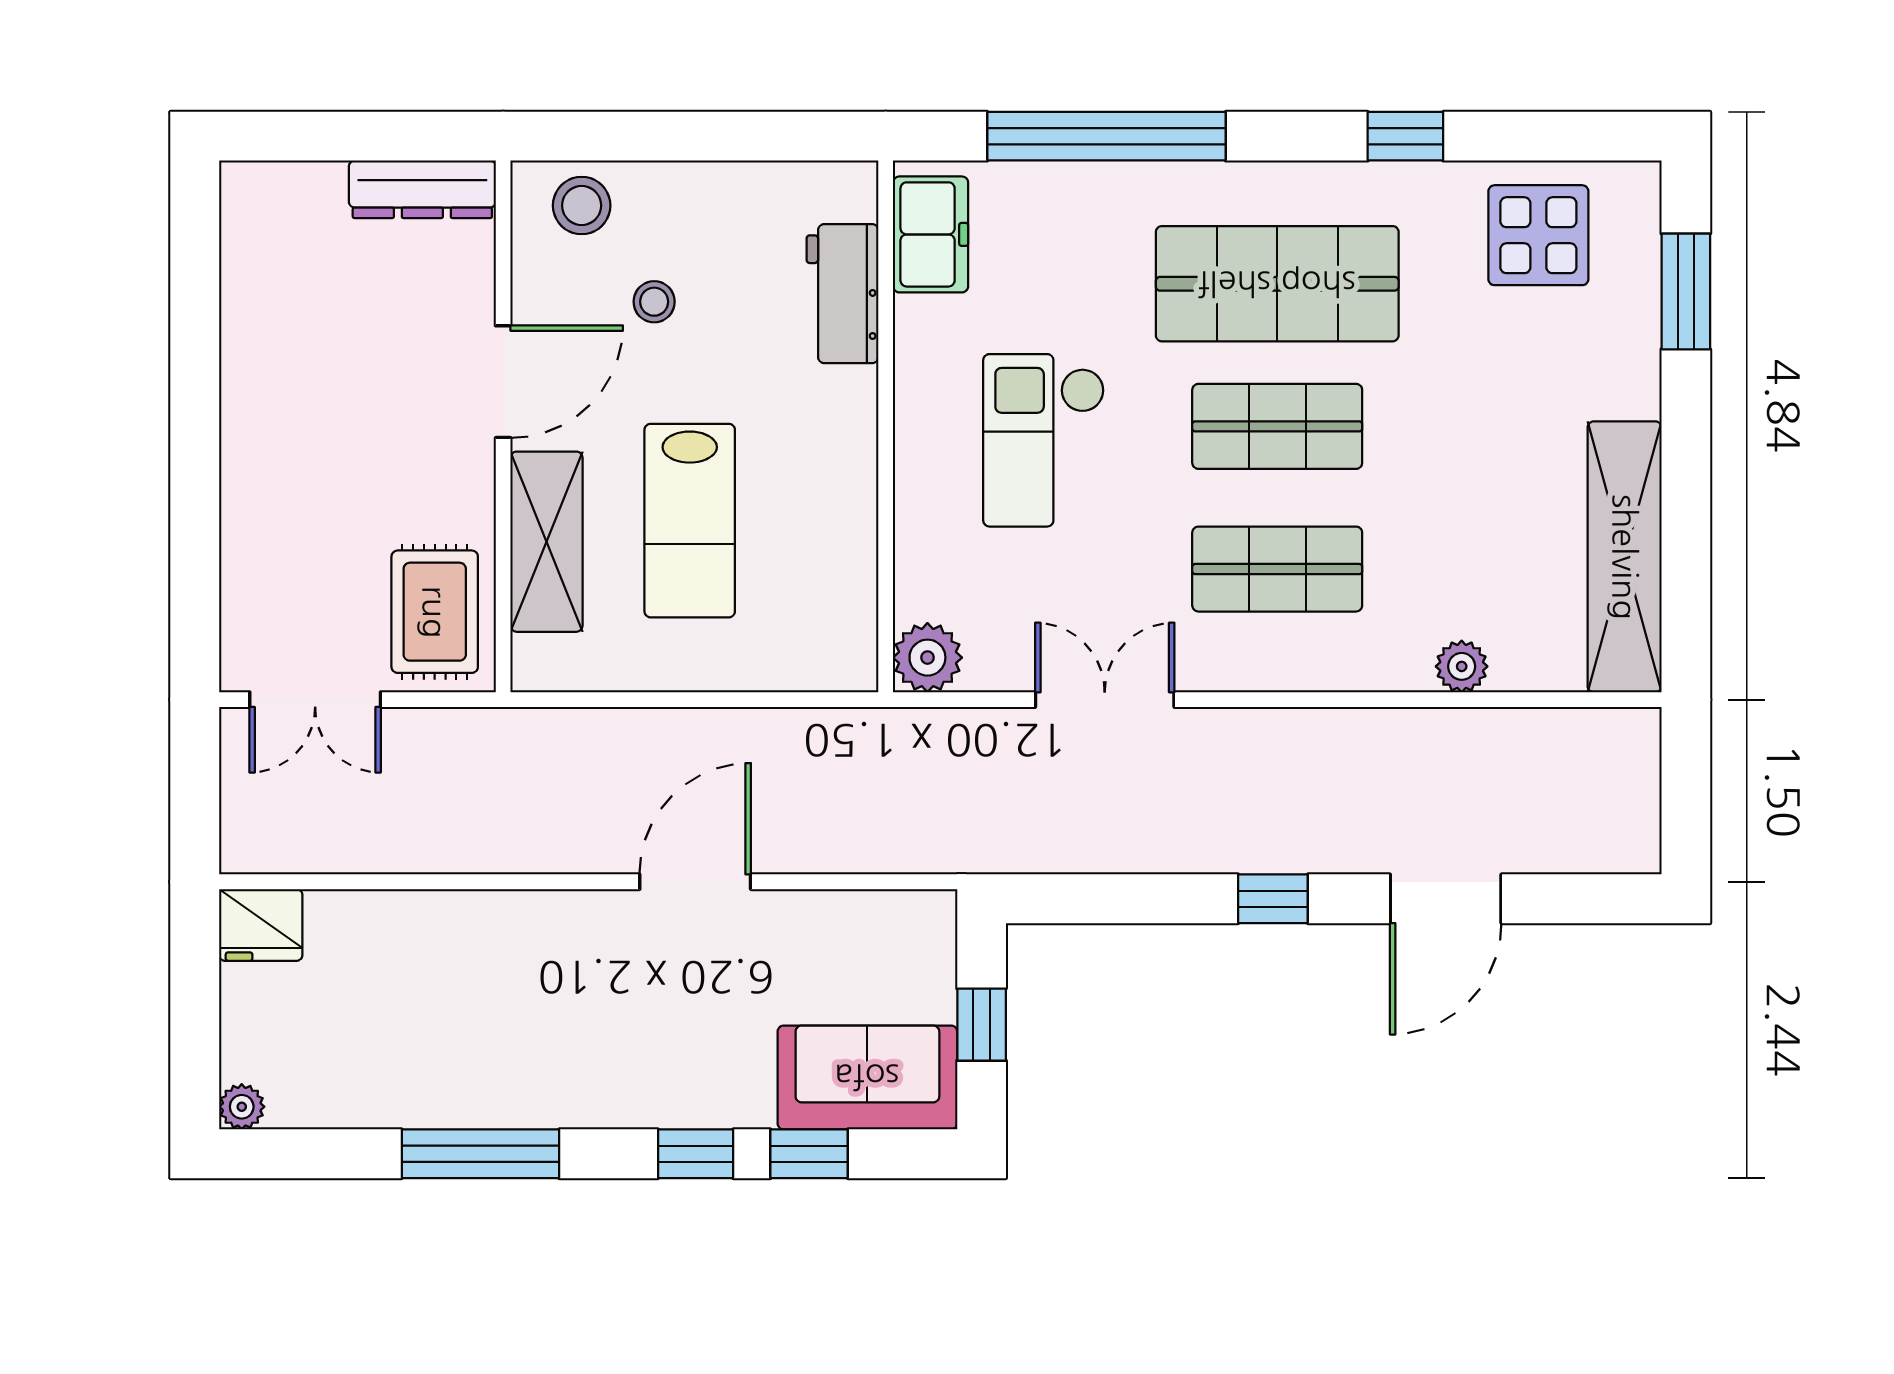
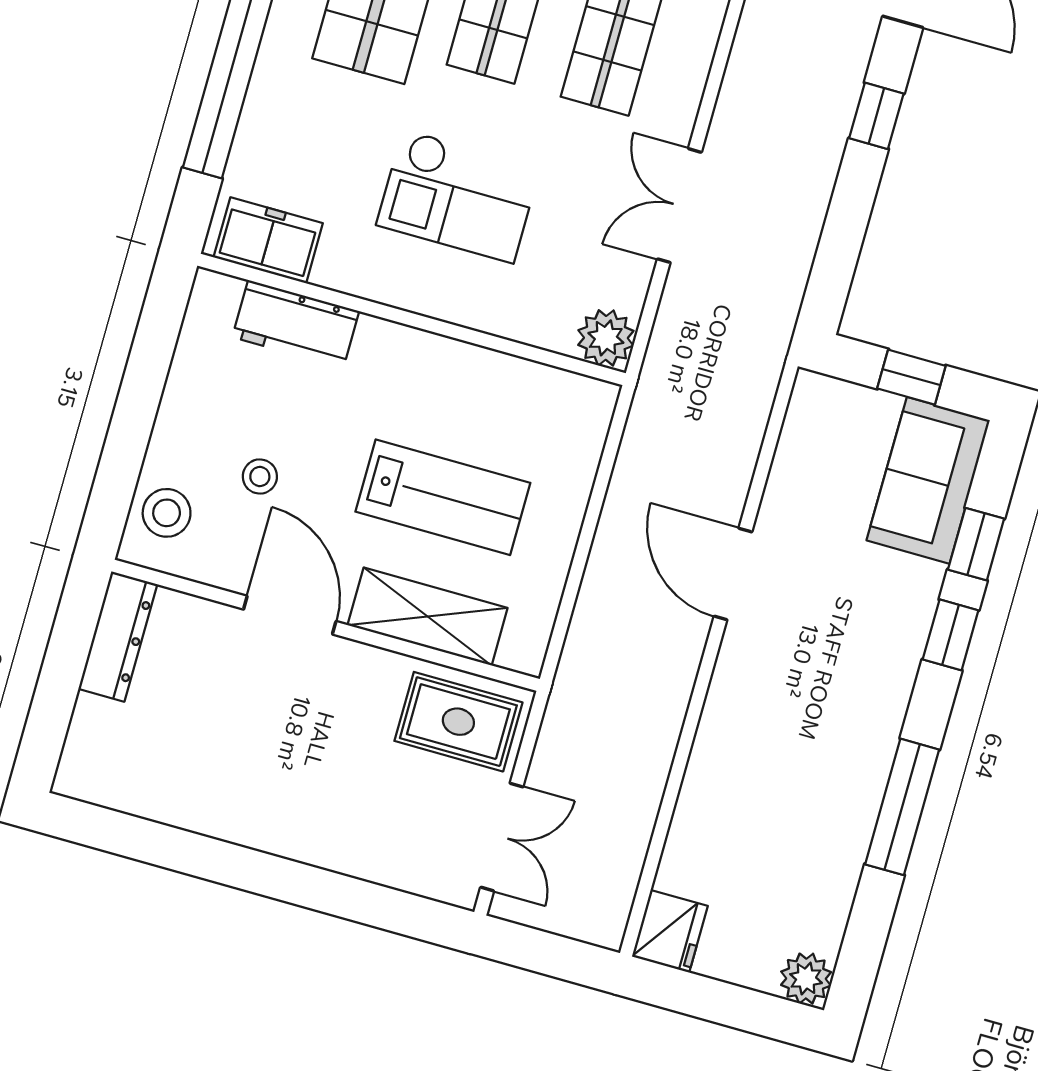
plant: (242, 1107) -> (806, 979), width x1.38, depth x1.38

